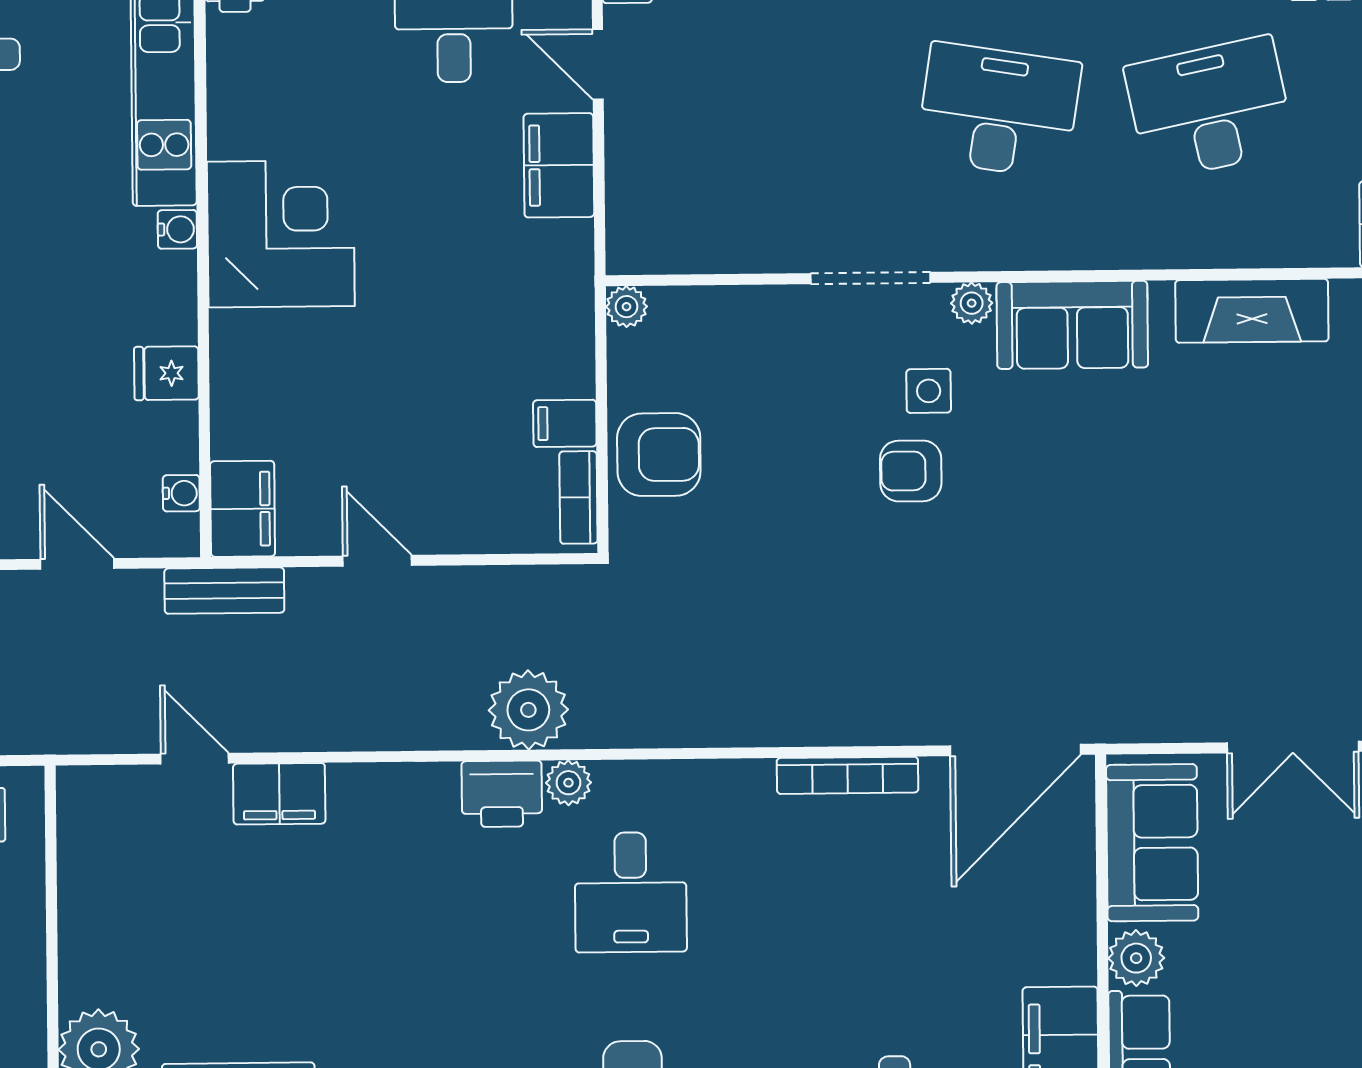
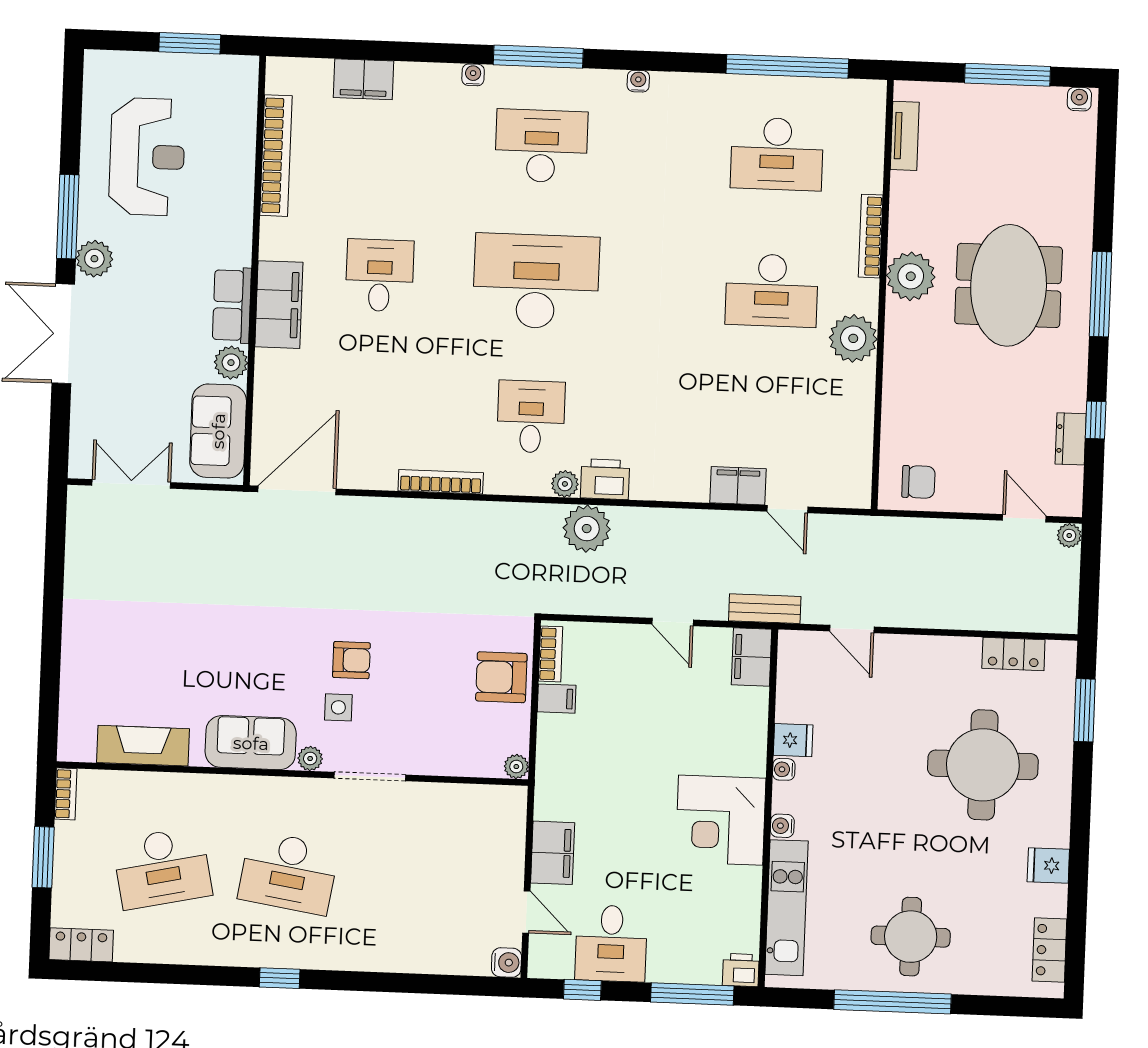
water cooler: (181, 493) -> (784, 769), moved
bookcase: (847, 775) -> (441, 482), moved

